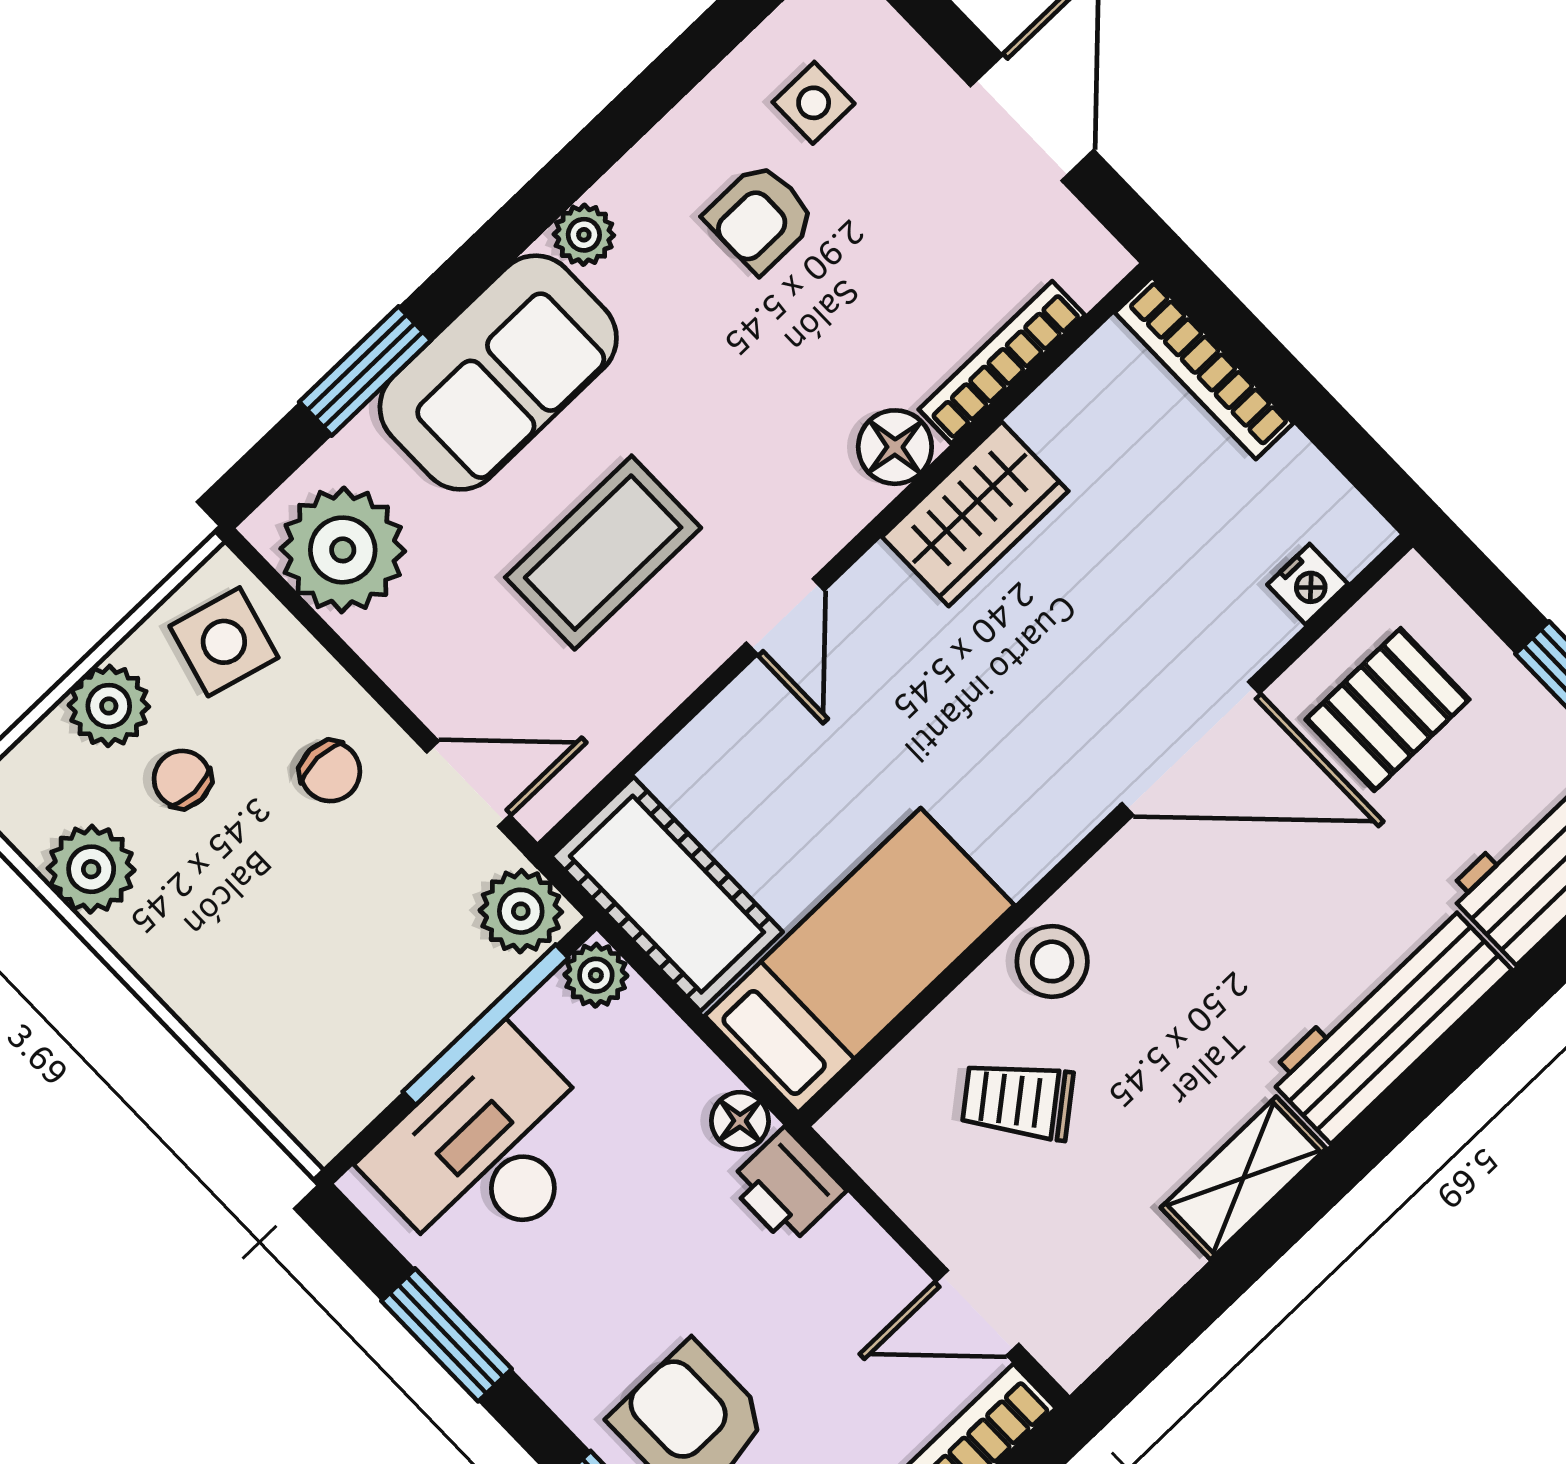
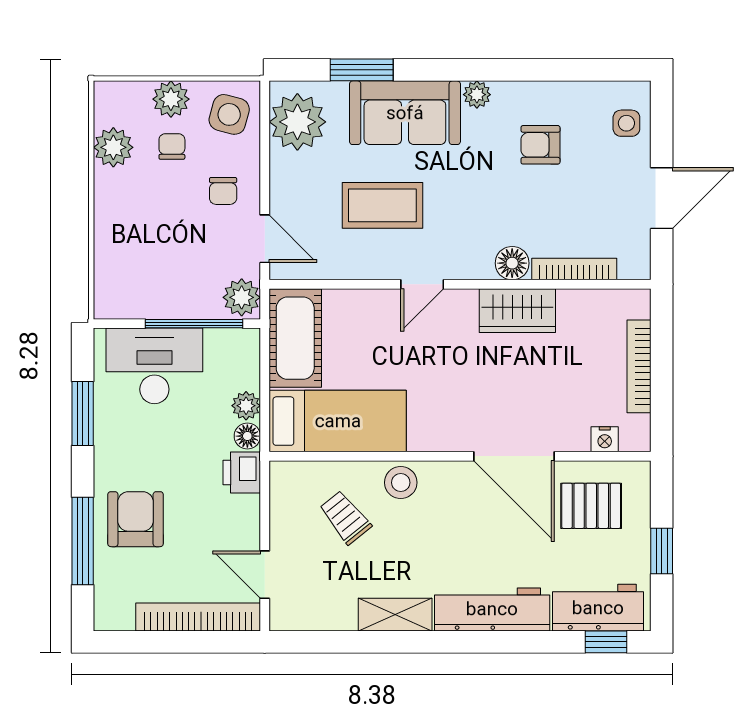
side table: (814, 103) -> (626, 123), moved
bookcase: (1204, 368) -> (639, 366), moved
plant: (596, 975) -> (246, 406), moved

